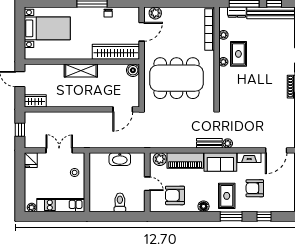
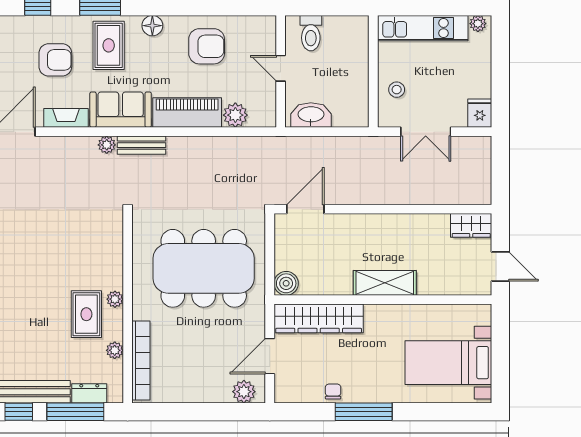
window: (20, 130) -> (500, 171), removed
wall: (147, 182) -> (281, 71), moved
door: (147, 184) -> (281, 68), moved

